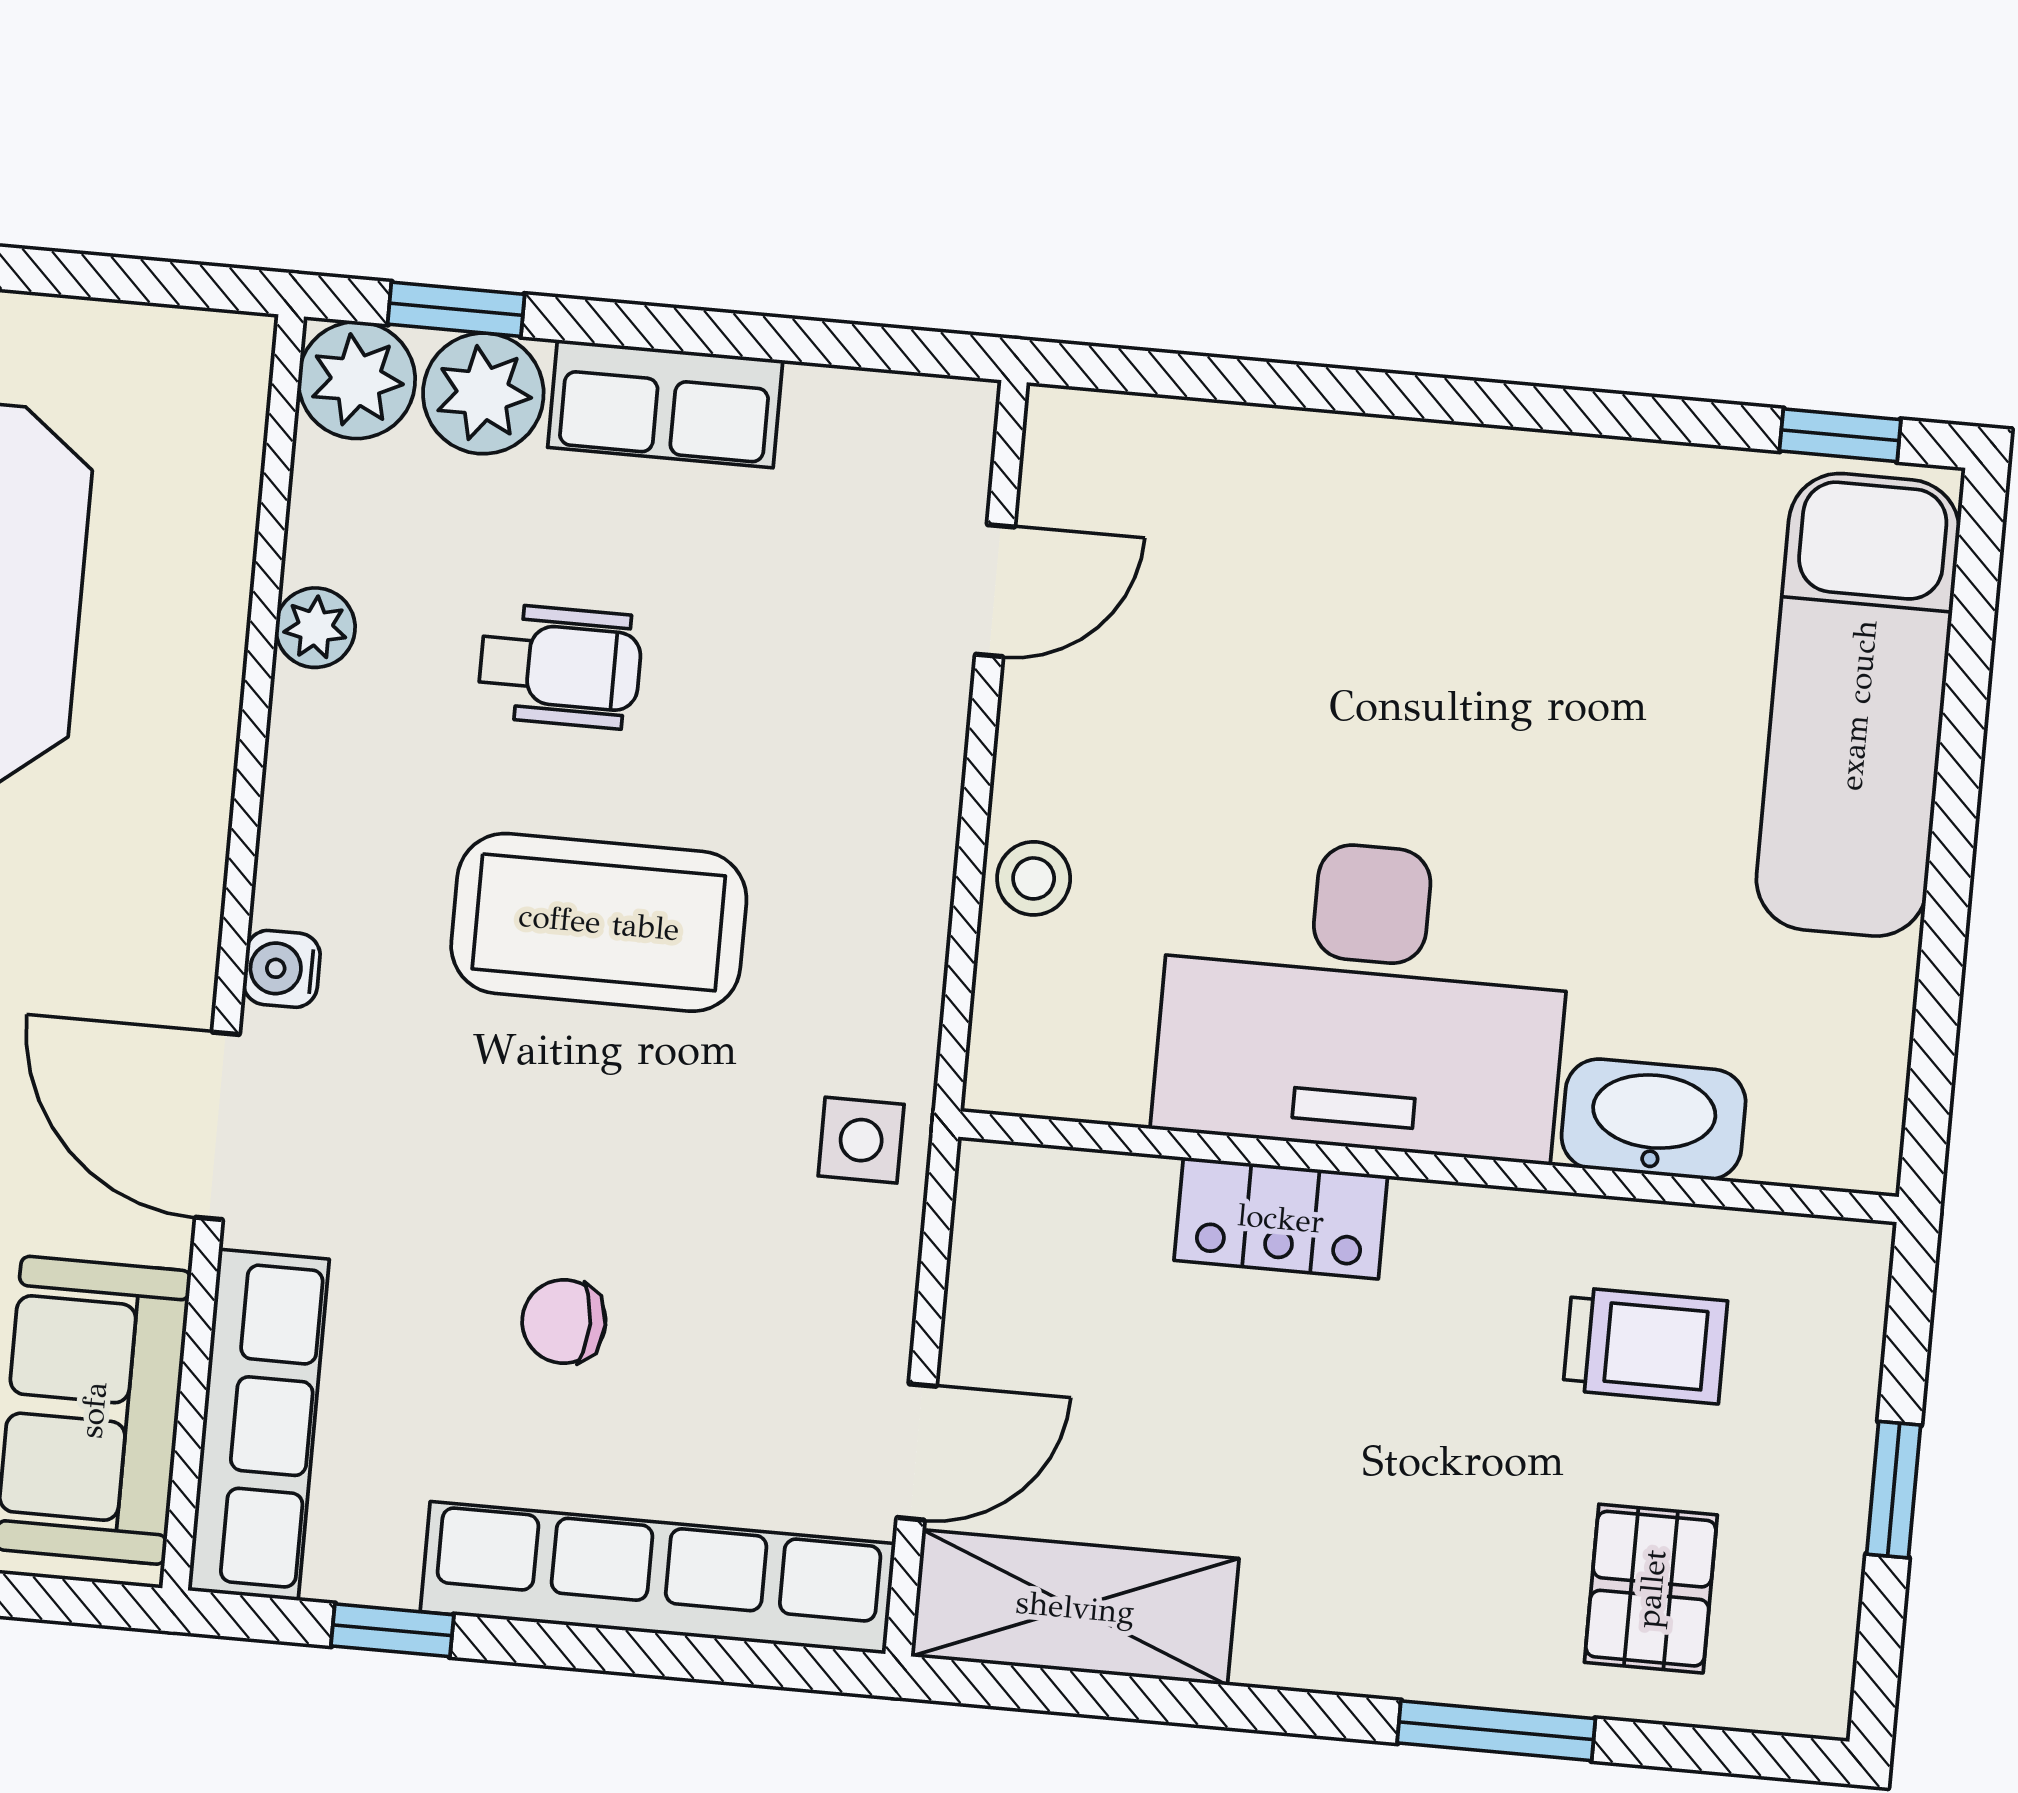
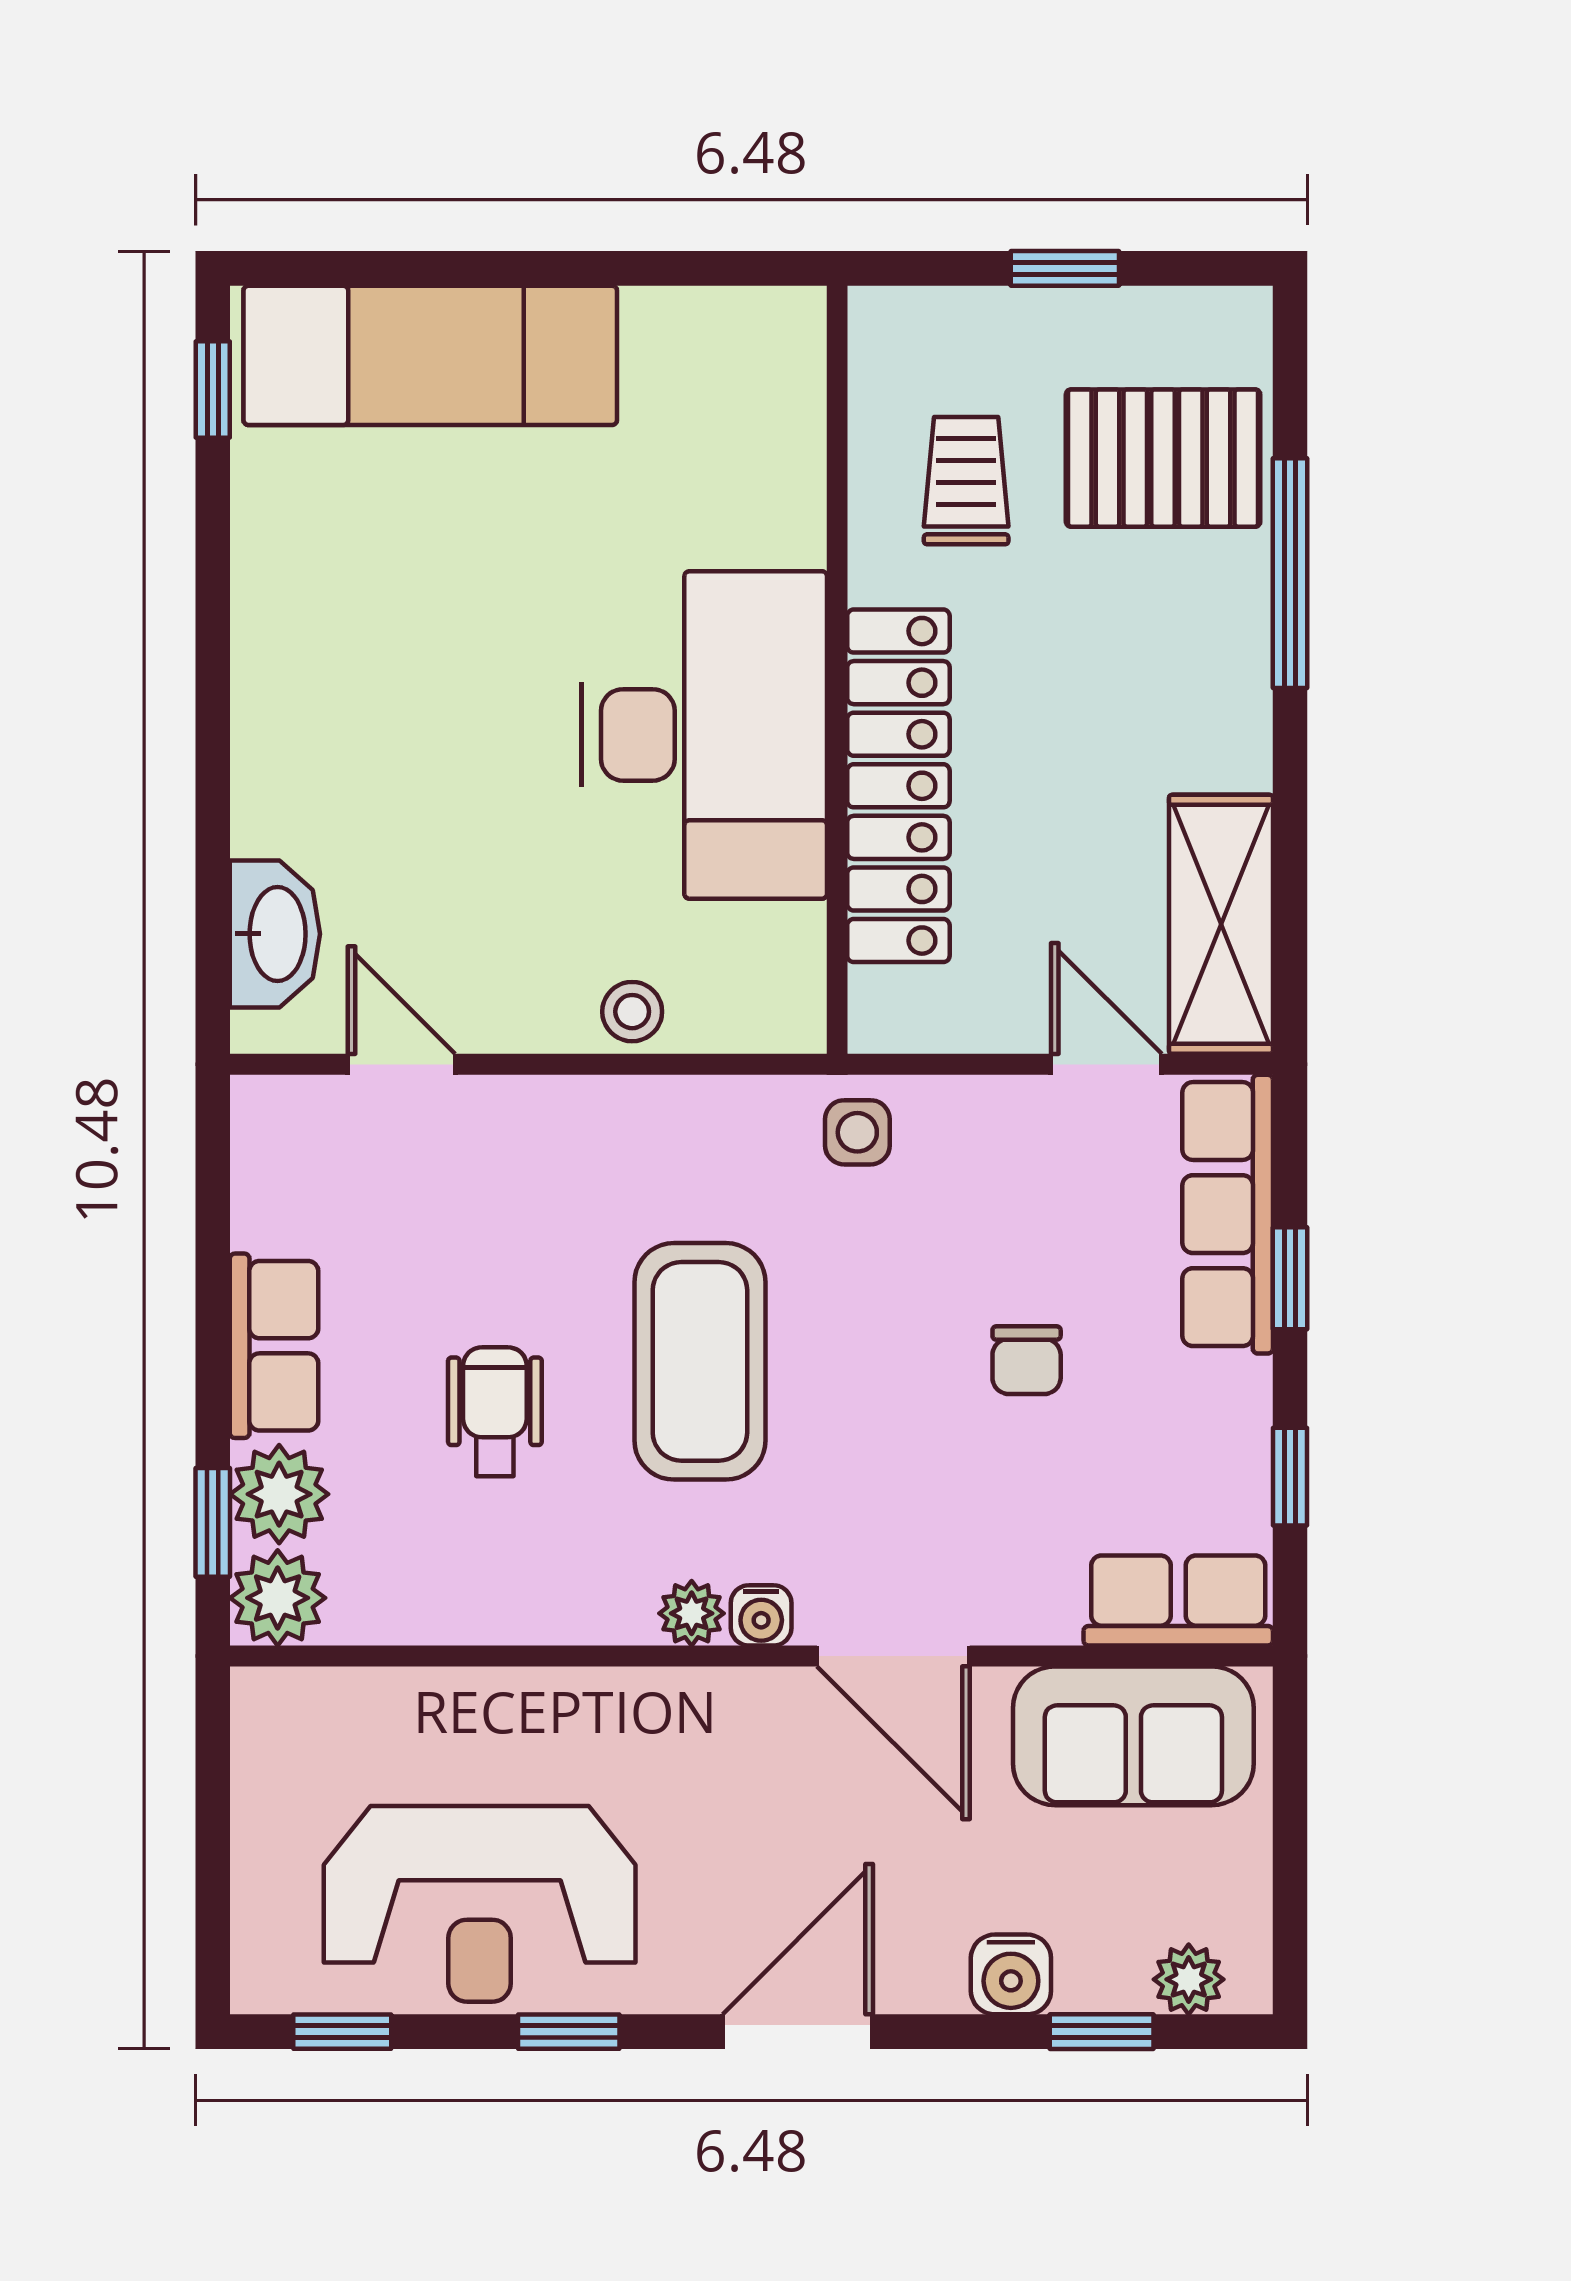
plant: (315, 628) -> (692, 1613), moved
washbasin: (1654, 1119) -> (275, 934), moved, turned 180
door: (217, 1126) -> (893, 1656), hinge flipped
locker: (1281, 1218) -> (898, 786), width x2.16, depth x1.21
row of seats: (259, 1425) -> (1178, 1600), width x0.68
row of seats: (658, 1578) -> (1228, 1214), width x0.73
pallet: (1651, 1589) -> (1163, 458), width x1.50, depth x1.42
window: (635, 1652) -> (1290, 1278), added
window: (1496, 1731) -> (1290, 573), width x1.44

